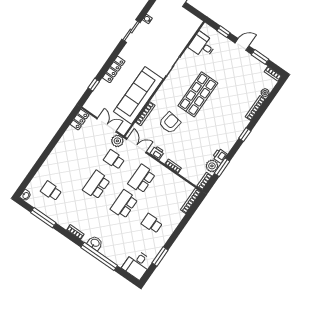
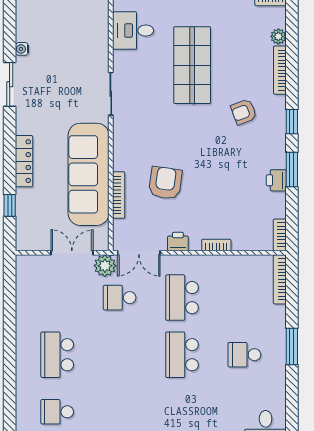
shop shelf: (198, 94) -> (192, 65), moved
armchair: (226, 115) -> (244, 112), added
locker: (79, 120) -> (25, 273), removed
double door: (136, 146) -> (139, 253), swing flipped
plant: (212, 166) -> (275, 204), removed
window: (222, 167) -> (292, 169), moved
school desk: (96, 185) -> (57, 355), moved
window: (160, 256) -> (292, 347), moved

